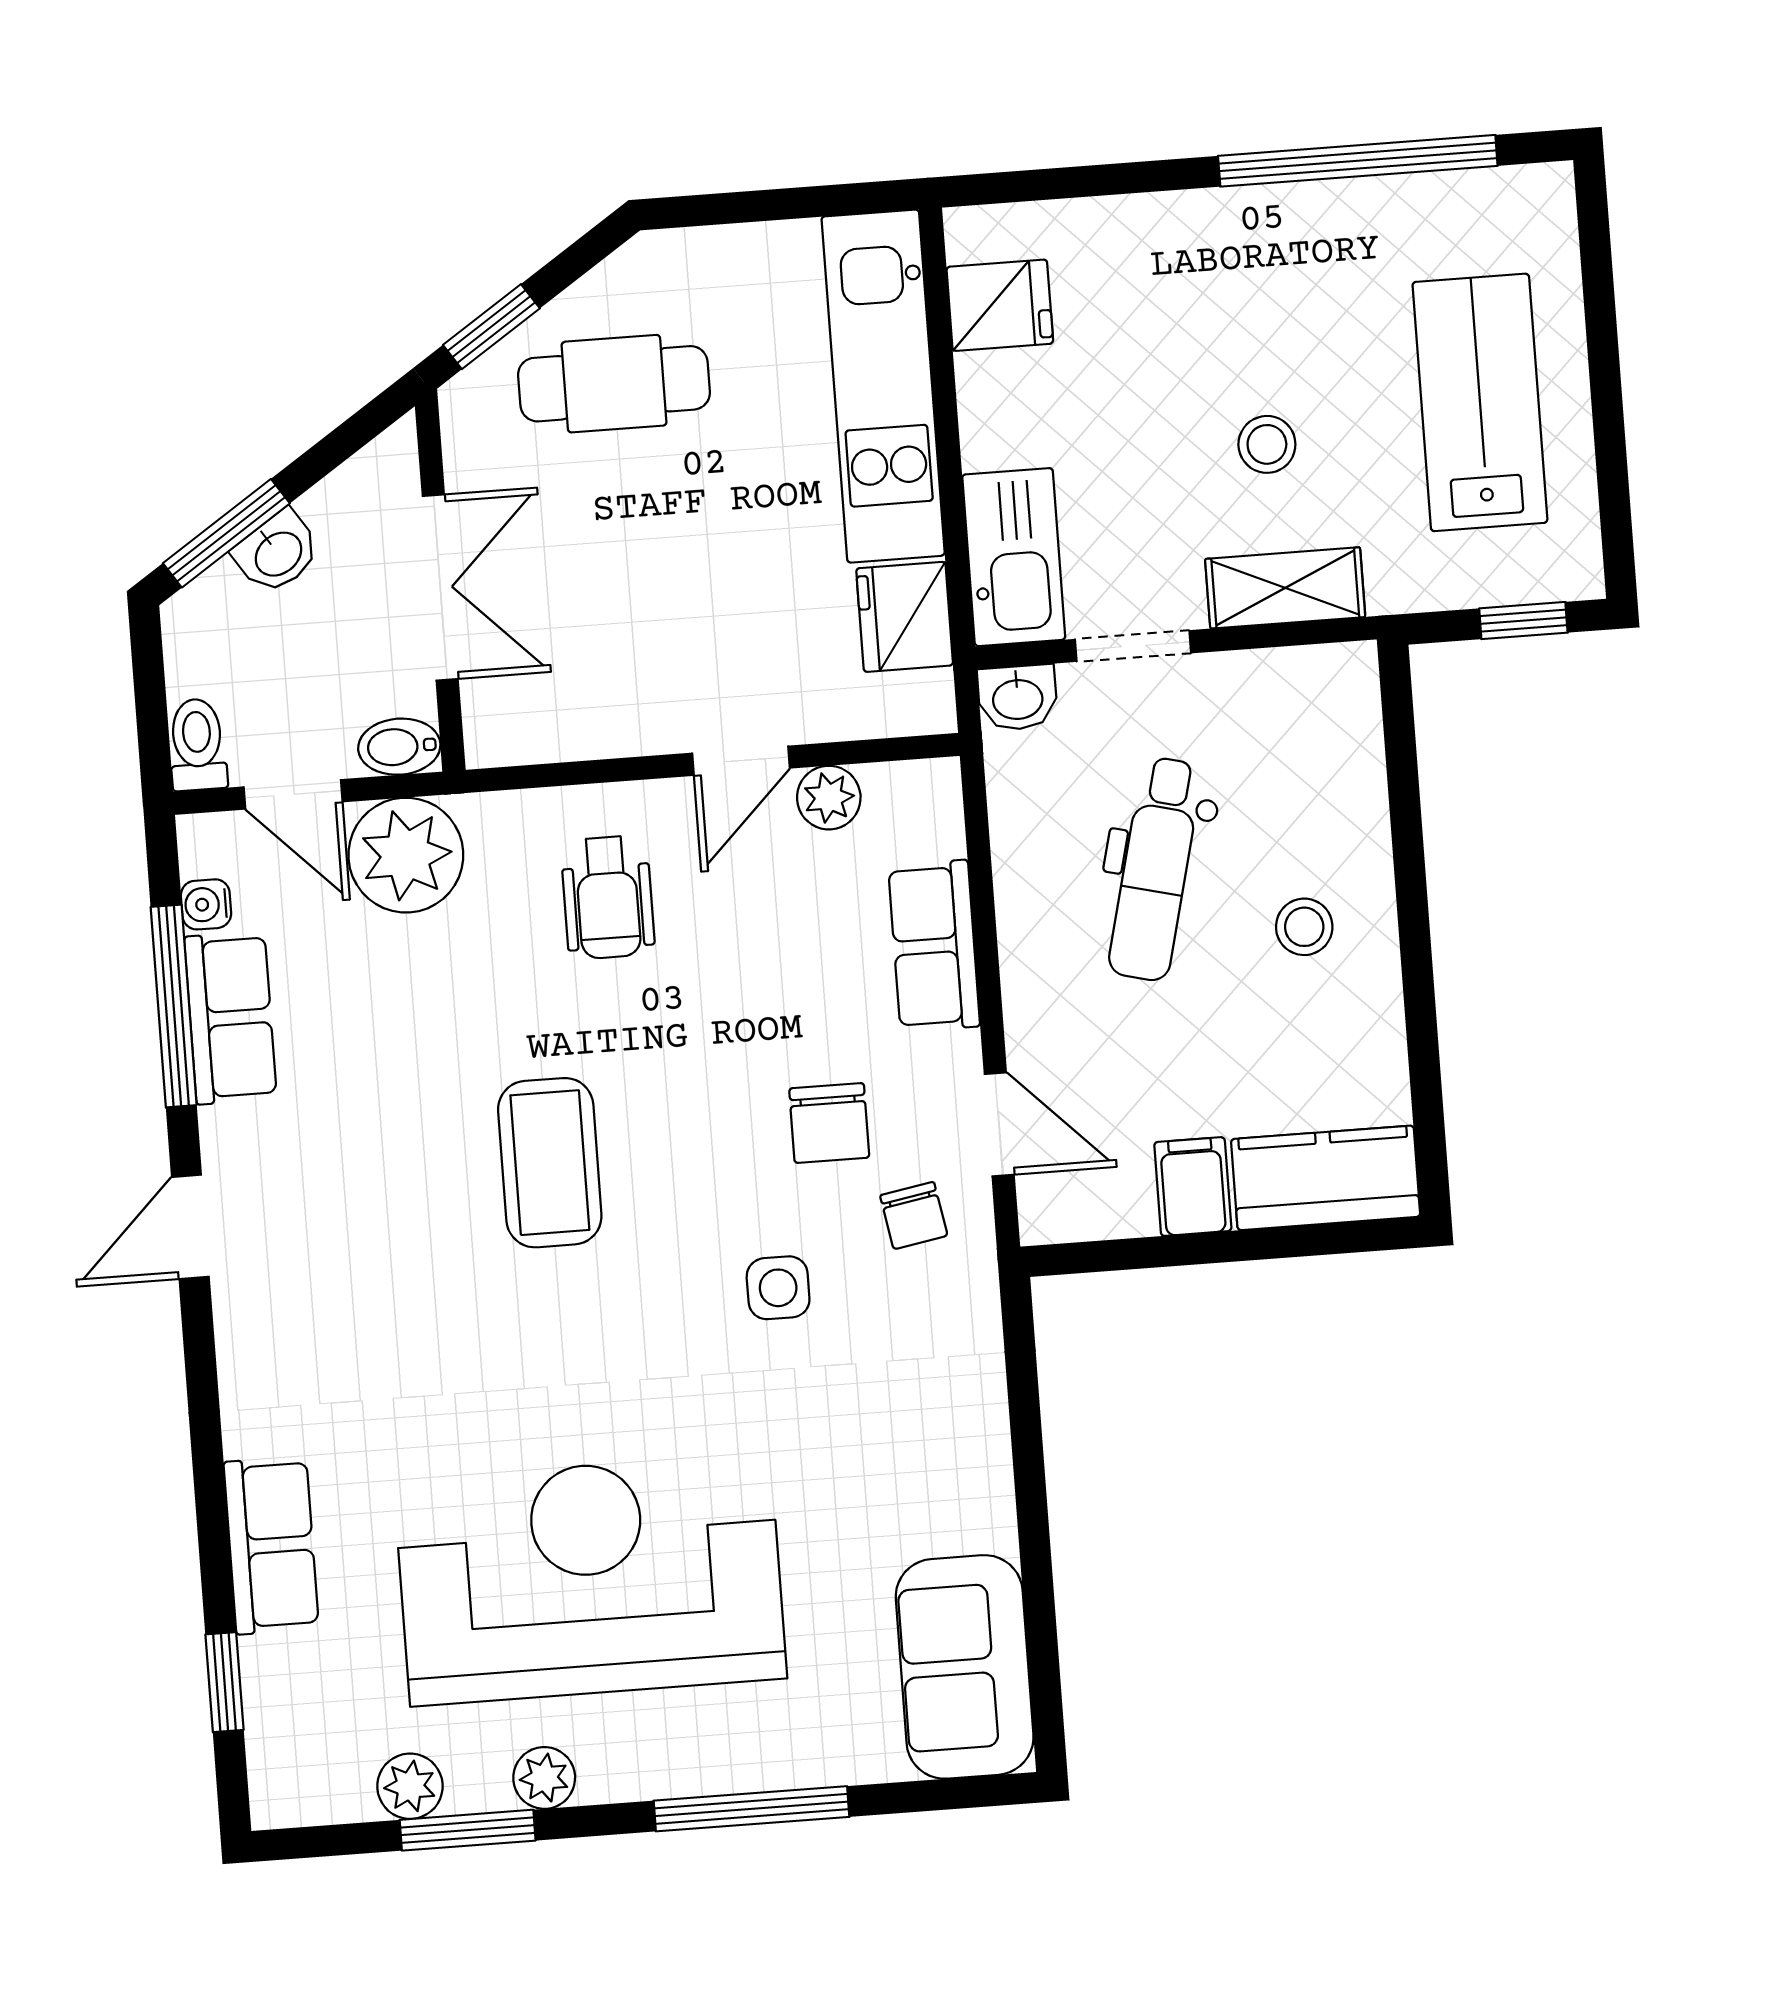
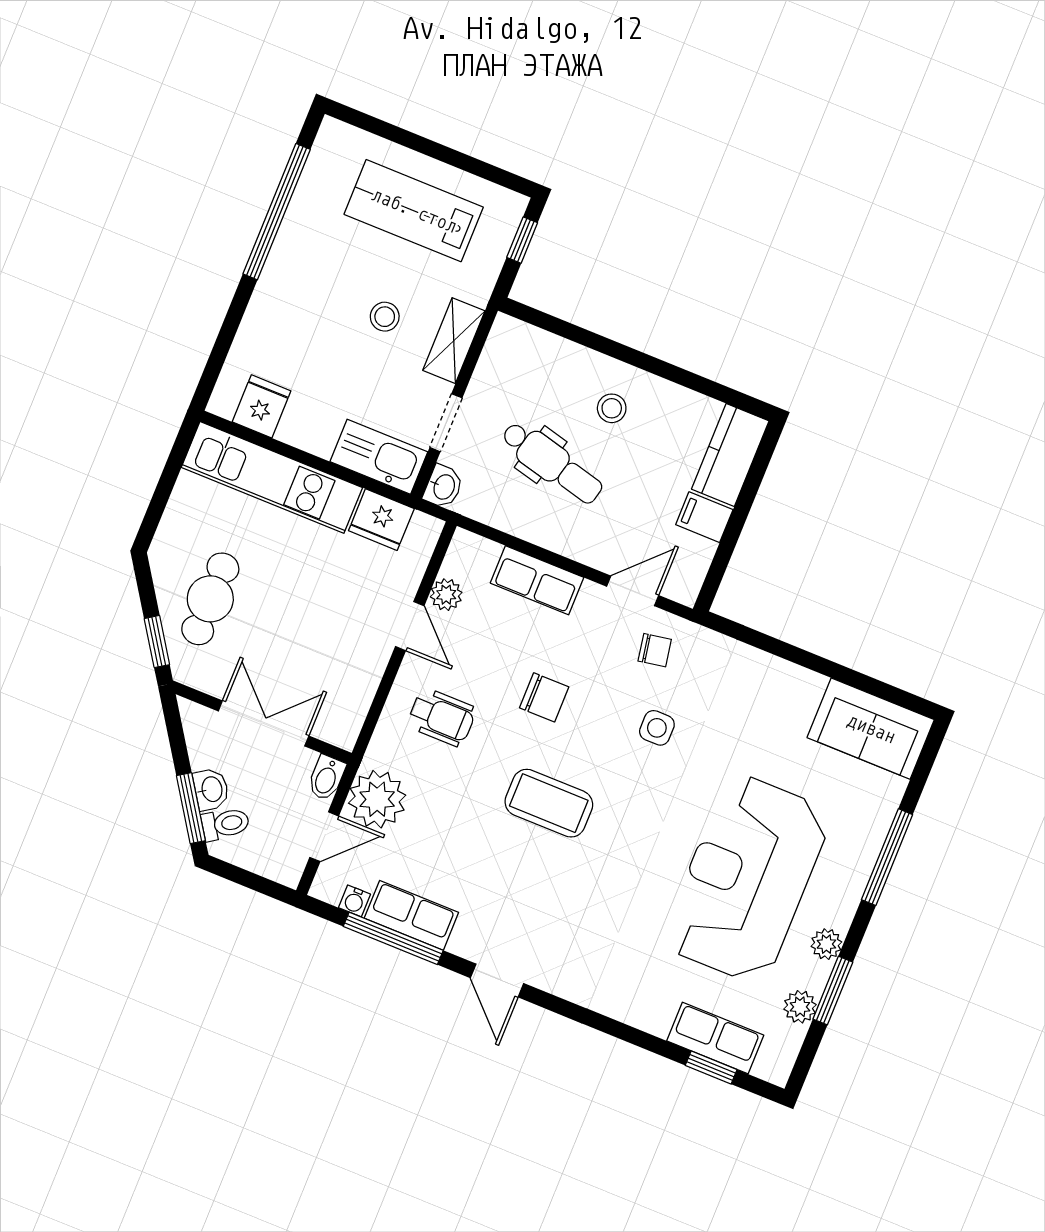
toilet: (197, 745) -> (225, 824), moved, turned 146
chair: (829, 1123) -> (544, 697), moved
row of seats: (271, 1545) -> (715, 1038), moved

